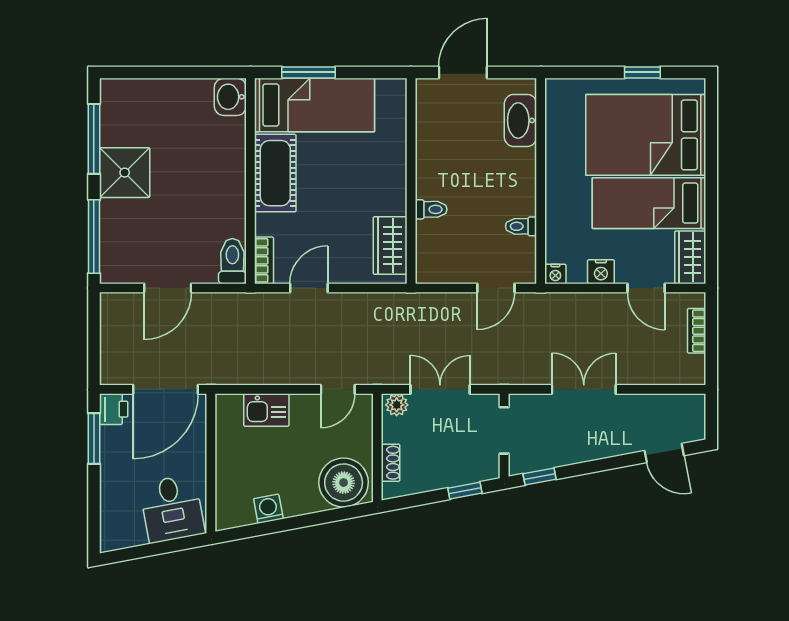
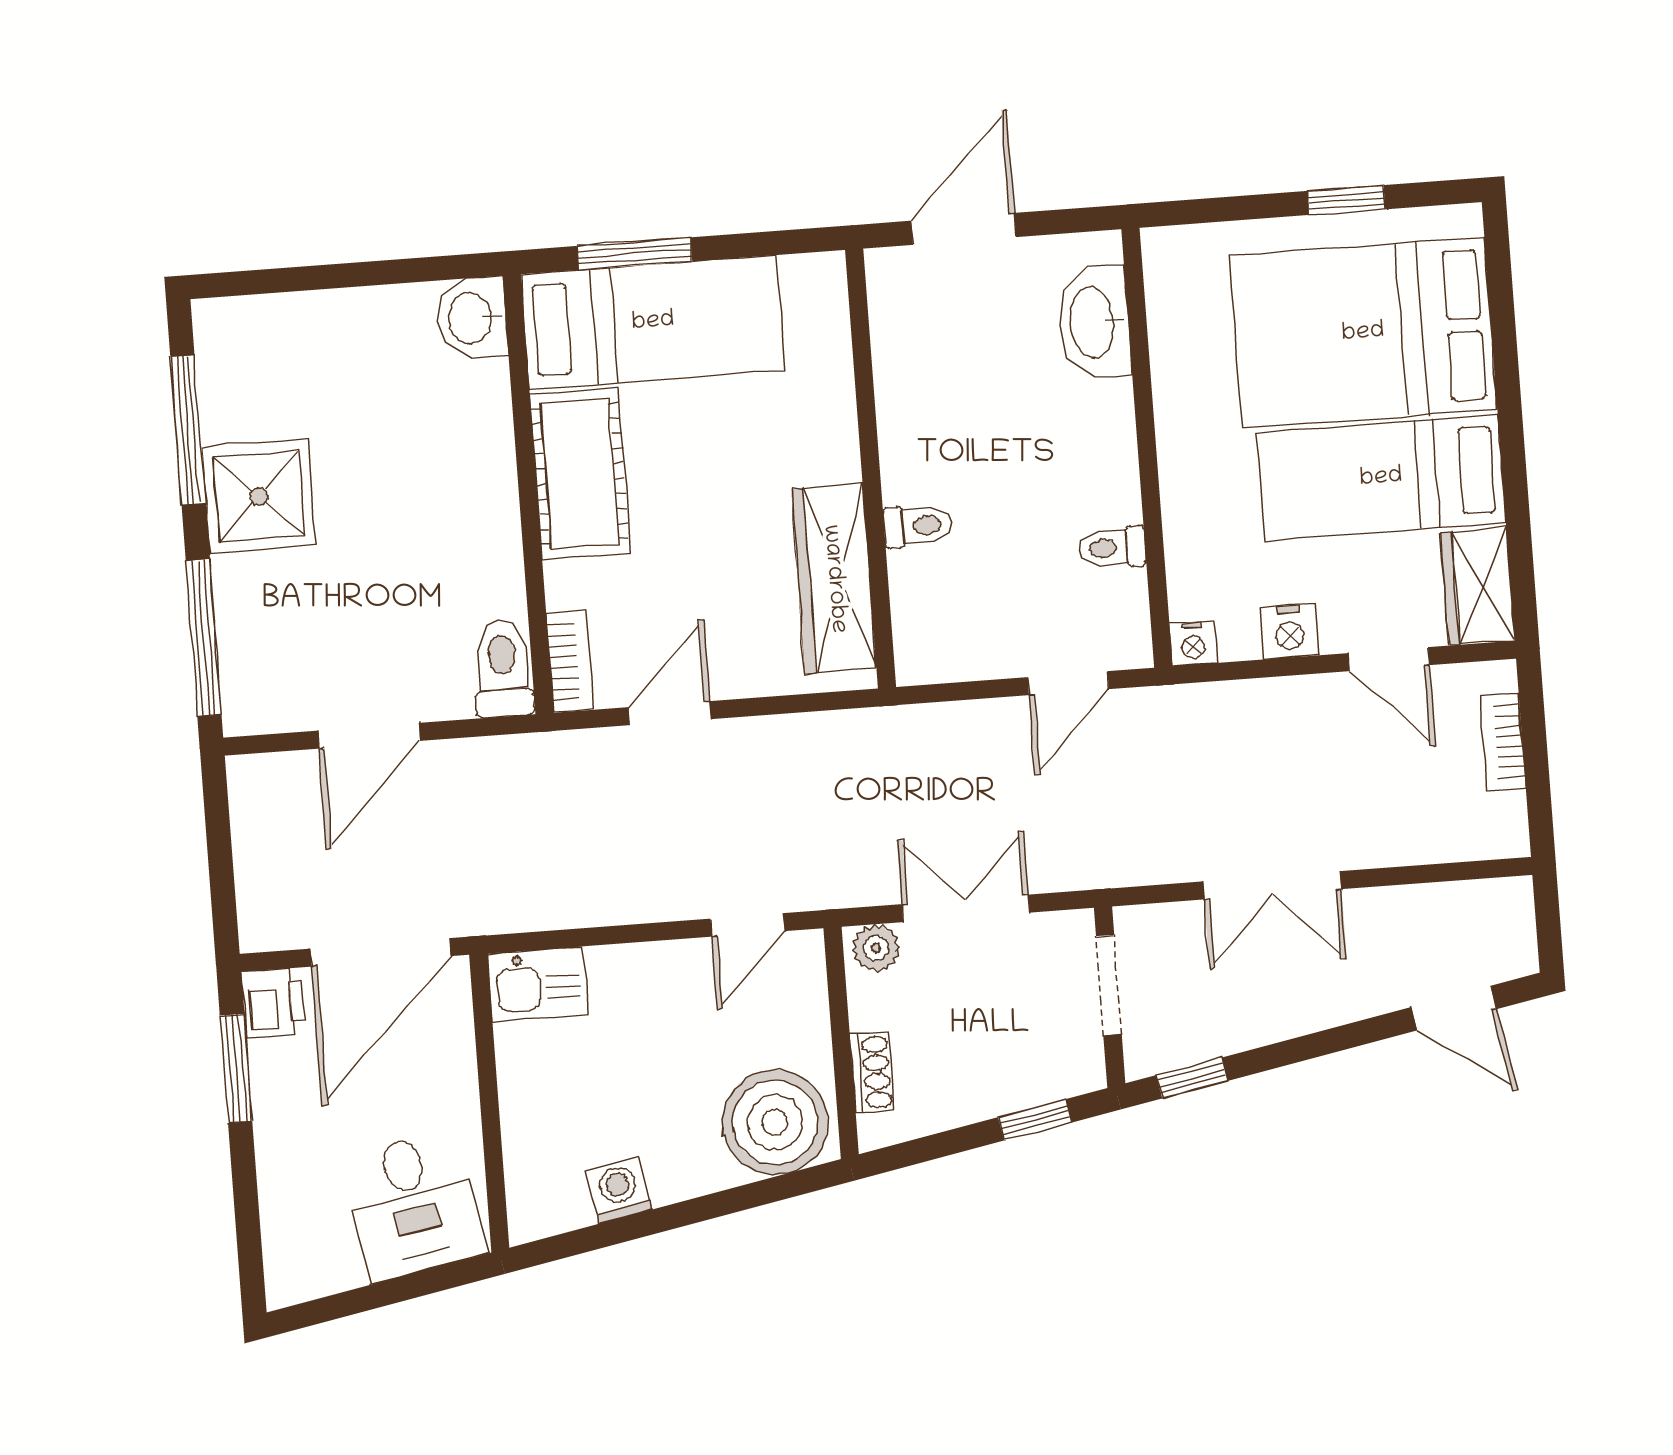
wardrobe: (390, 245) -> (834, 579), width x1.50
double door: (584, 389) -> (1272, 885), swing flipped
kitchen sink: (266, 410) -> (538, 985), moved

